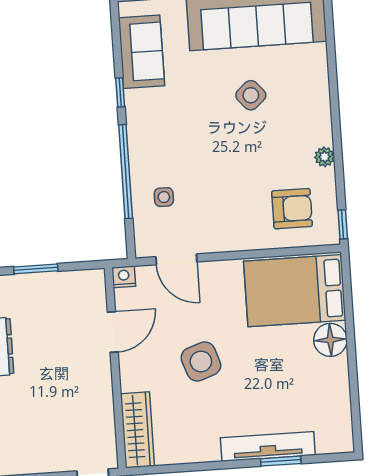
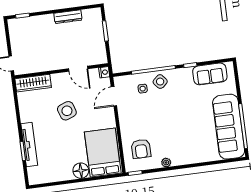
side table: (251, 95) -> (160, 82), moved

